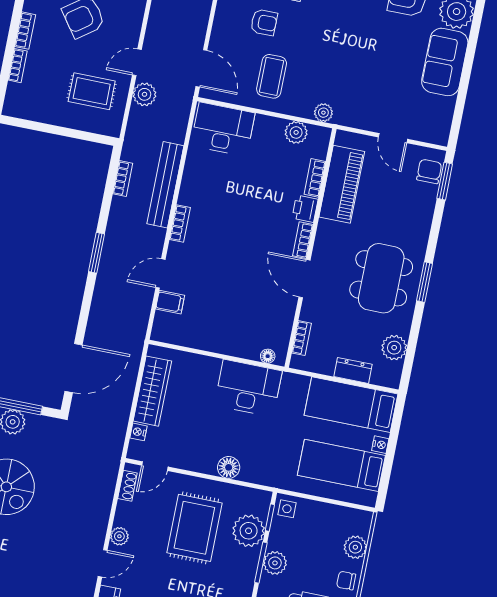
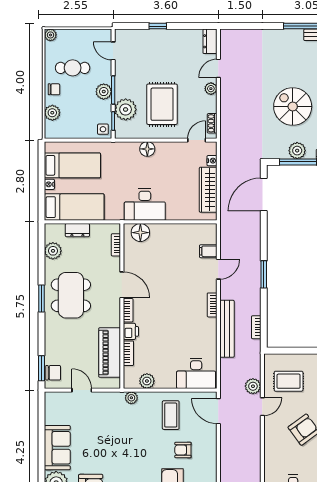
chair: (429, 171) -> (53, 373), turned -90
floor lamp: (268, 356) -> (140, 233), width x1.89, depth x1.89

